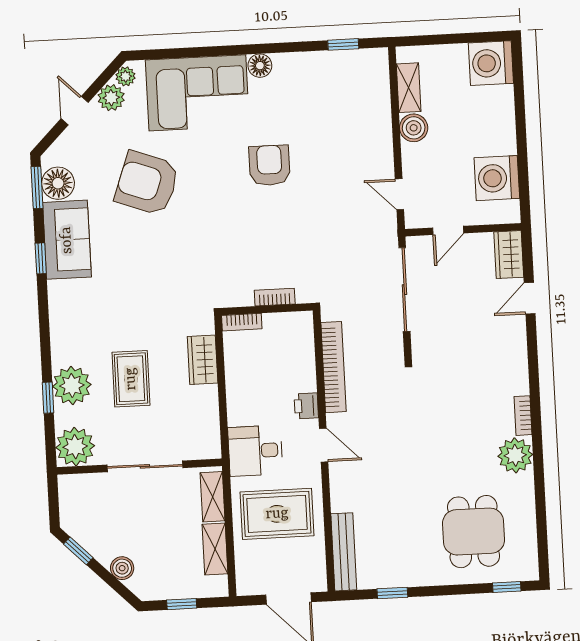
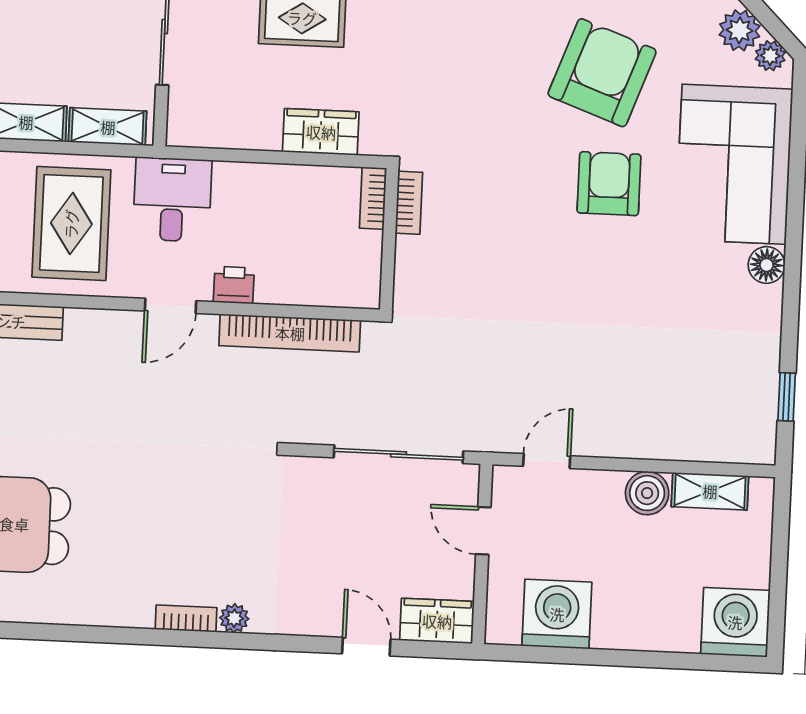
armchair: (269, 165) -> (609, 184), moved, turned -90
bookcase: (275, 297) -> (409, 203), moved
plant: (515, 455) -> (234, 618), moved, width x0.53, depth x0.53

